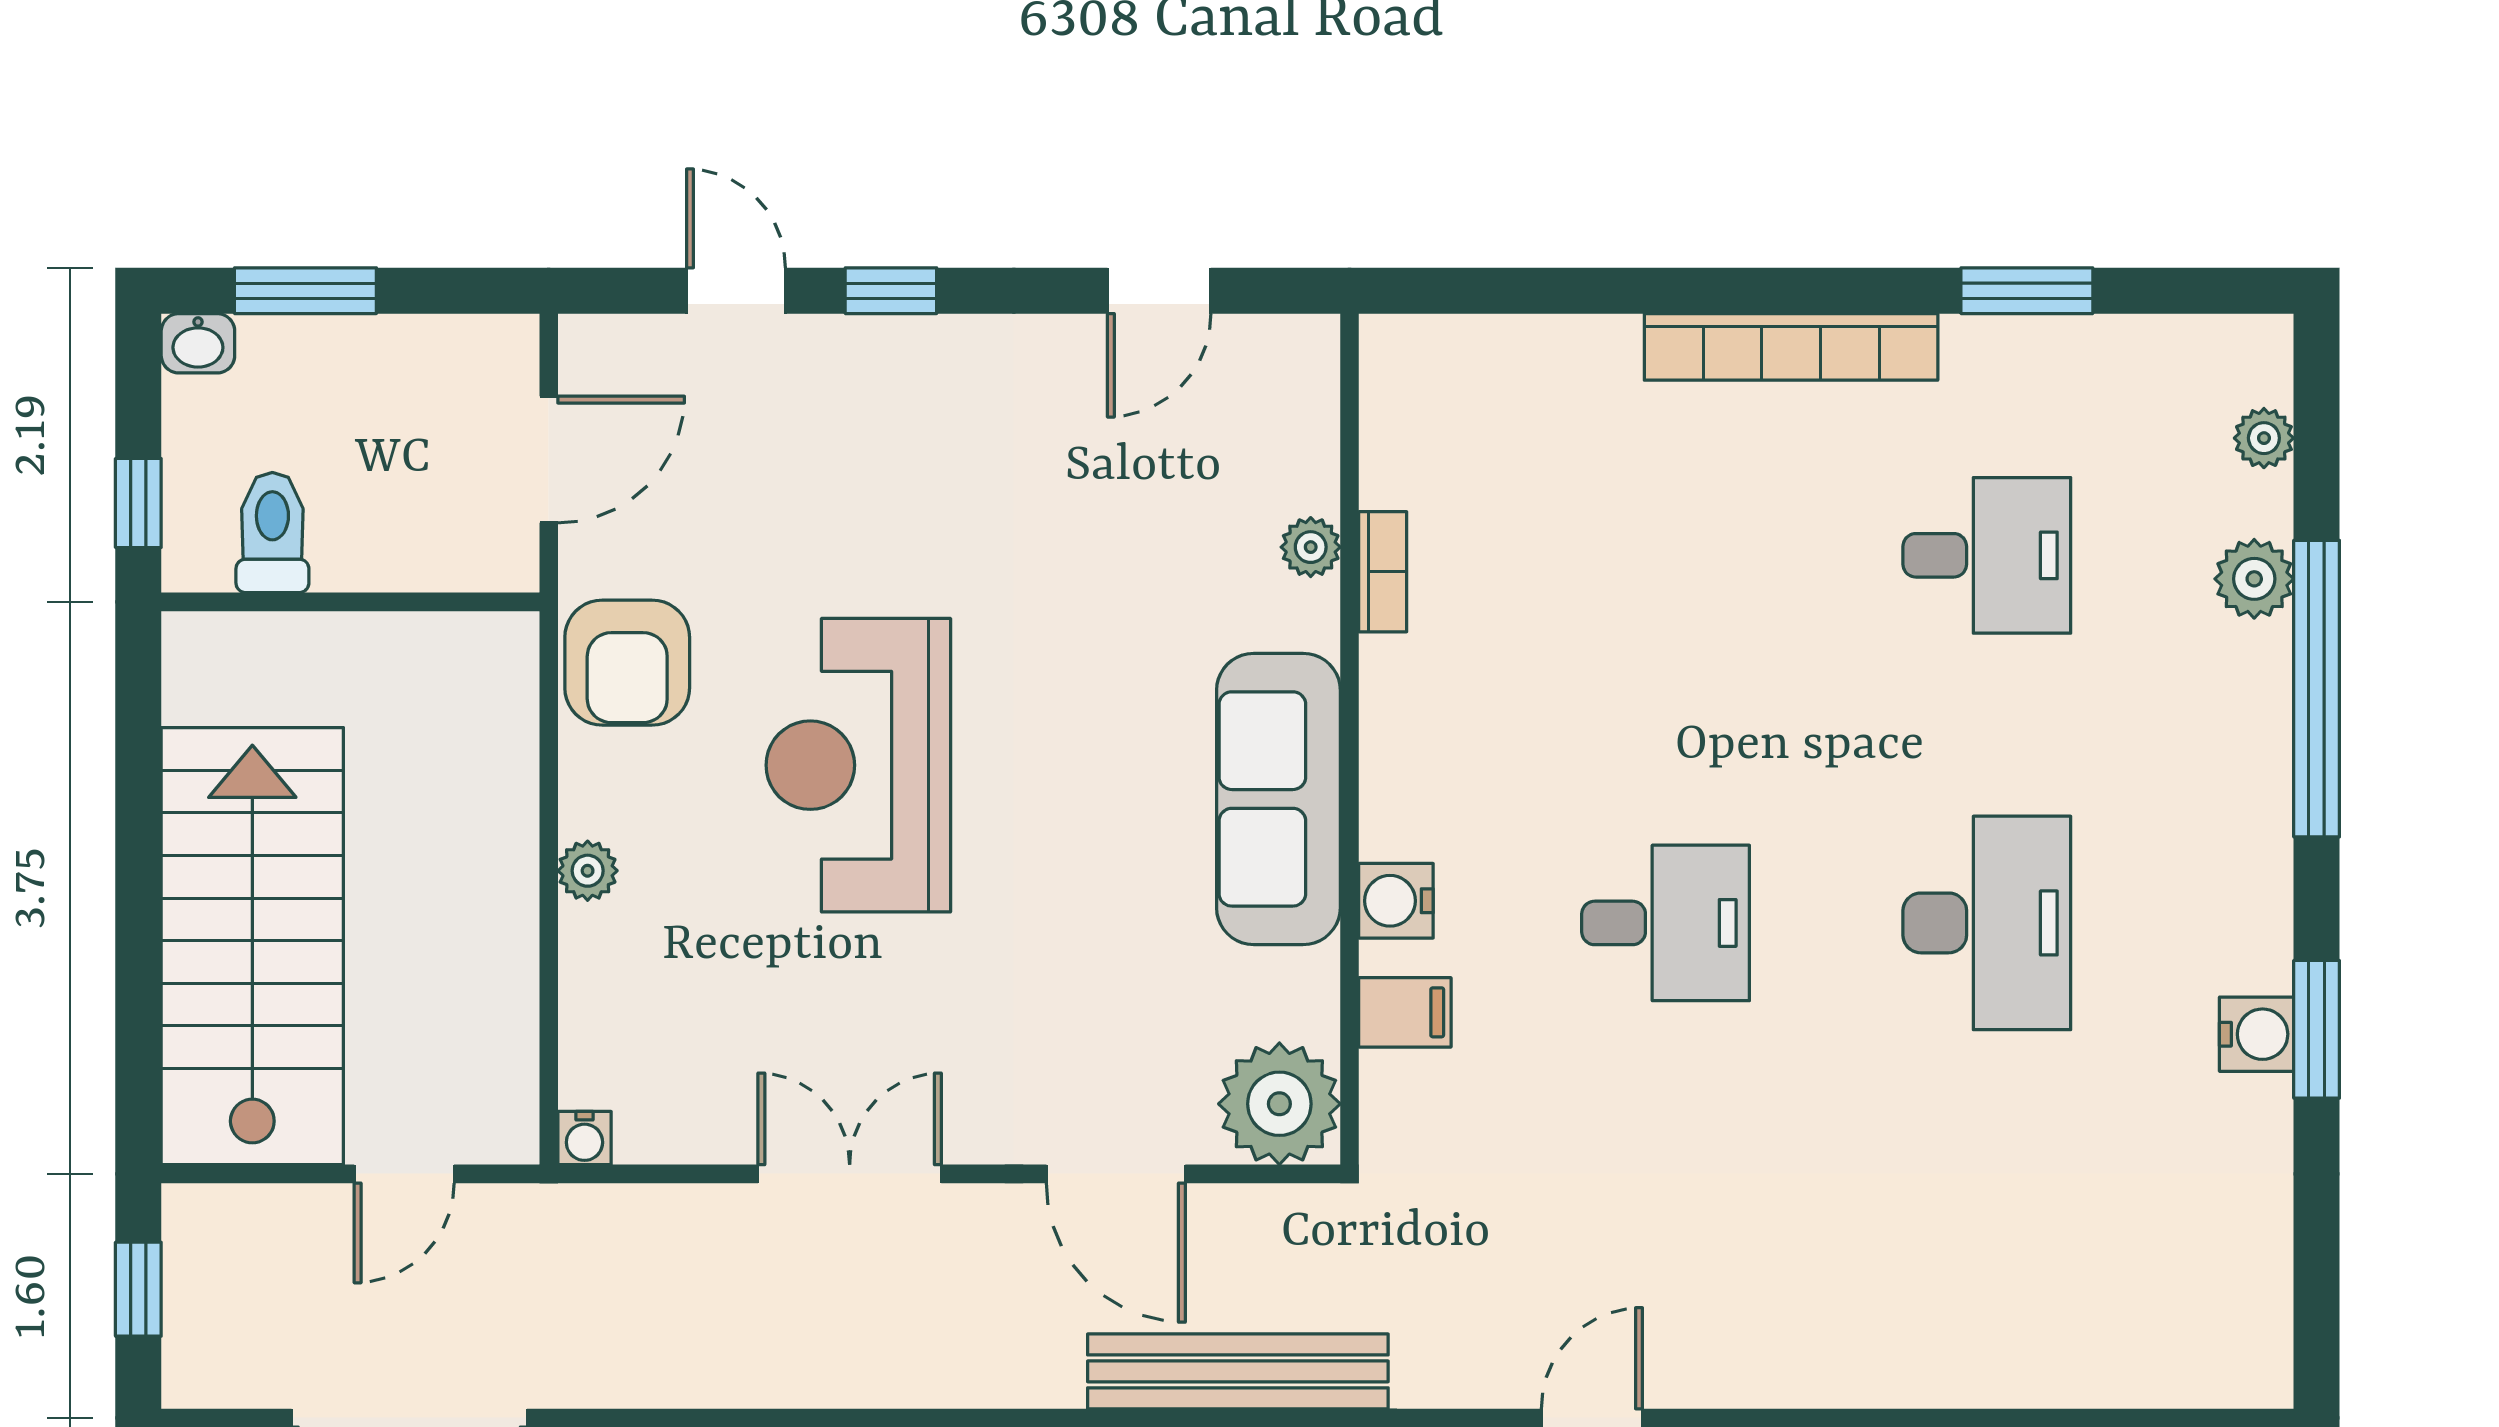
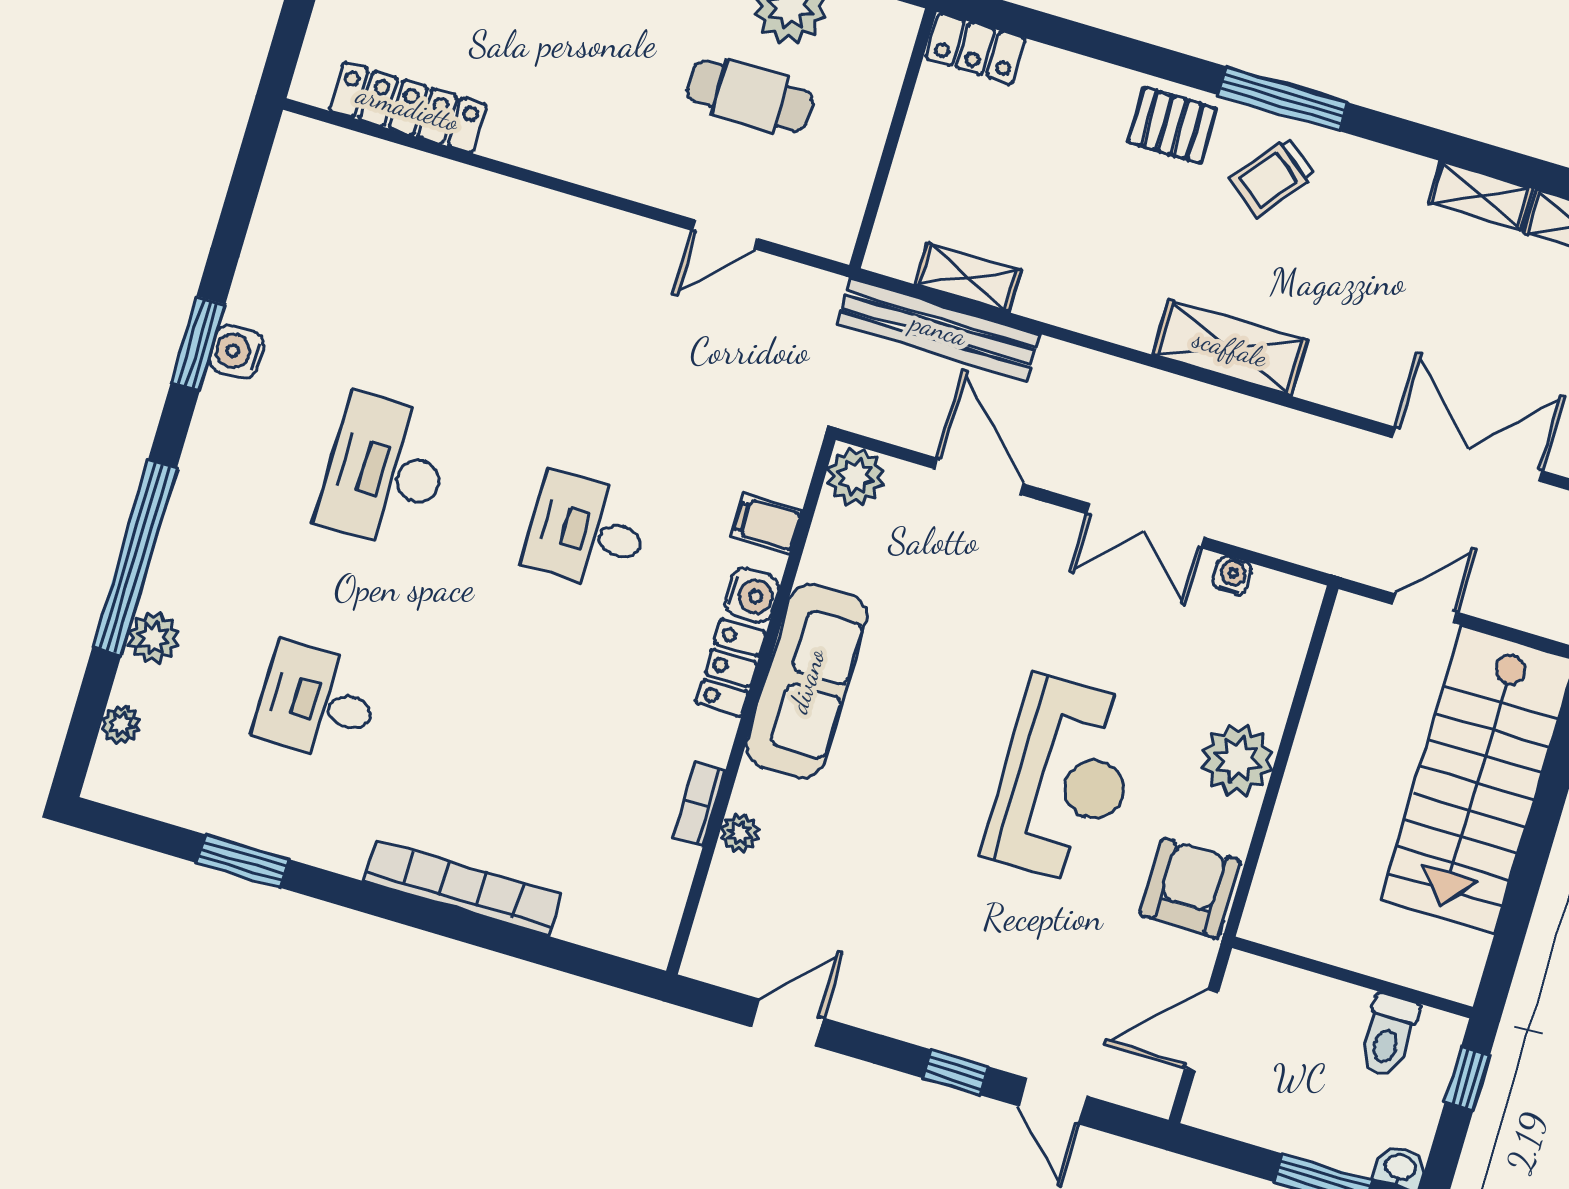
bookcase: (1791, 347) -> (462, 888), moved
locker: (1395, 785) -> (731, 668), added
plant: (588, 871) -> (1237, 760), width x1.88, depth x1.88
plant: (1279, 1104) -> (856, 476), width x0.73, depth x0.73
water cooler: (584, 1138) -> (1232, 576), moved

